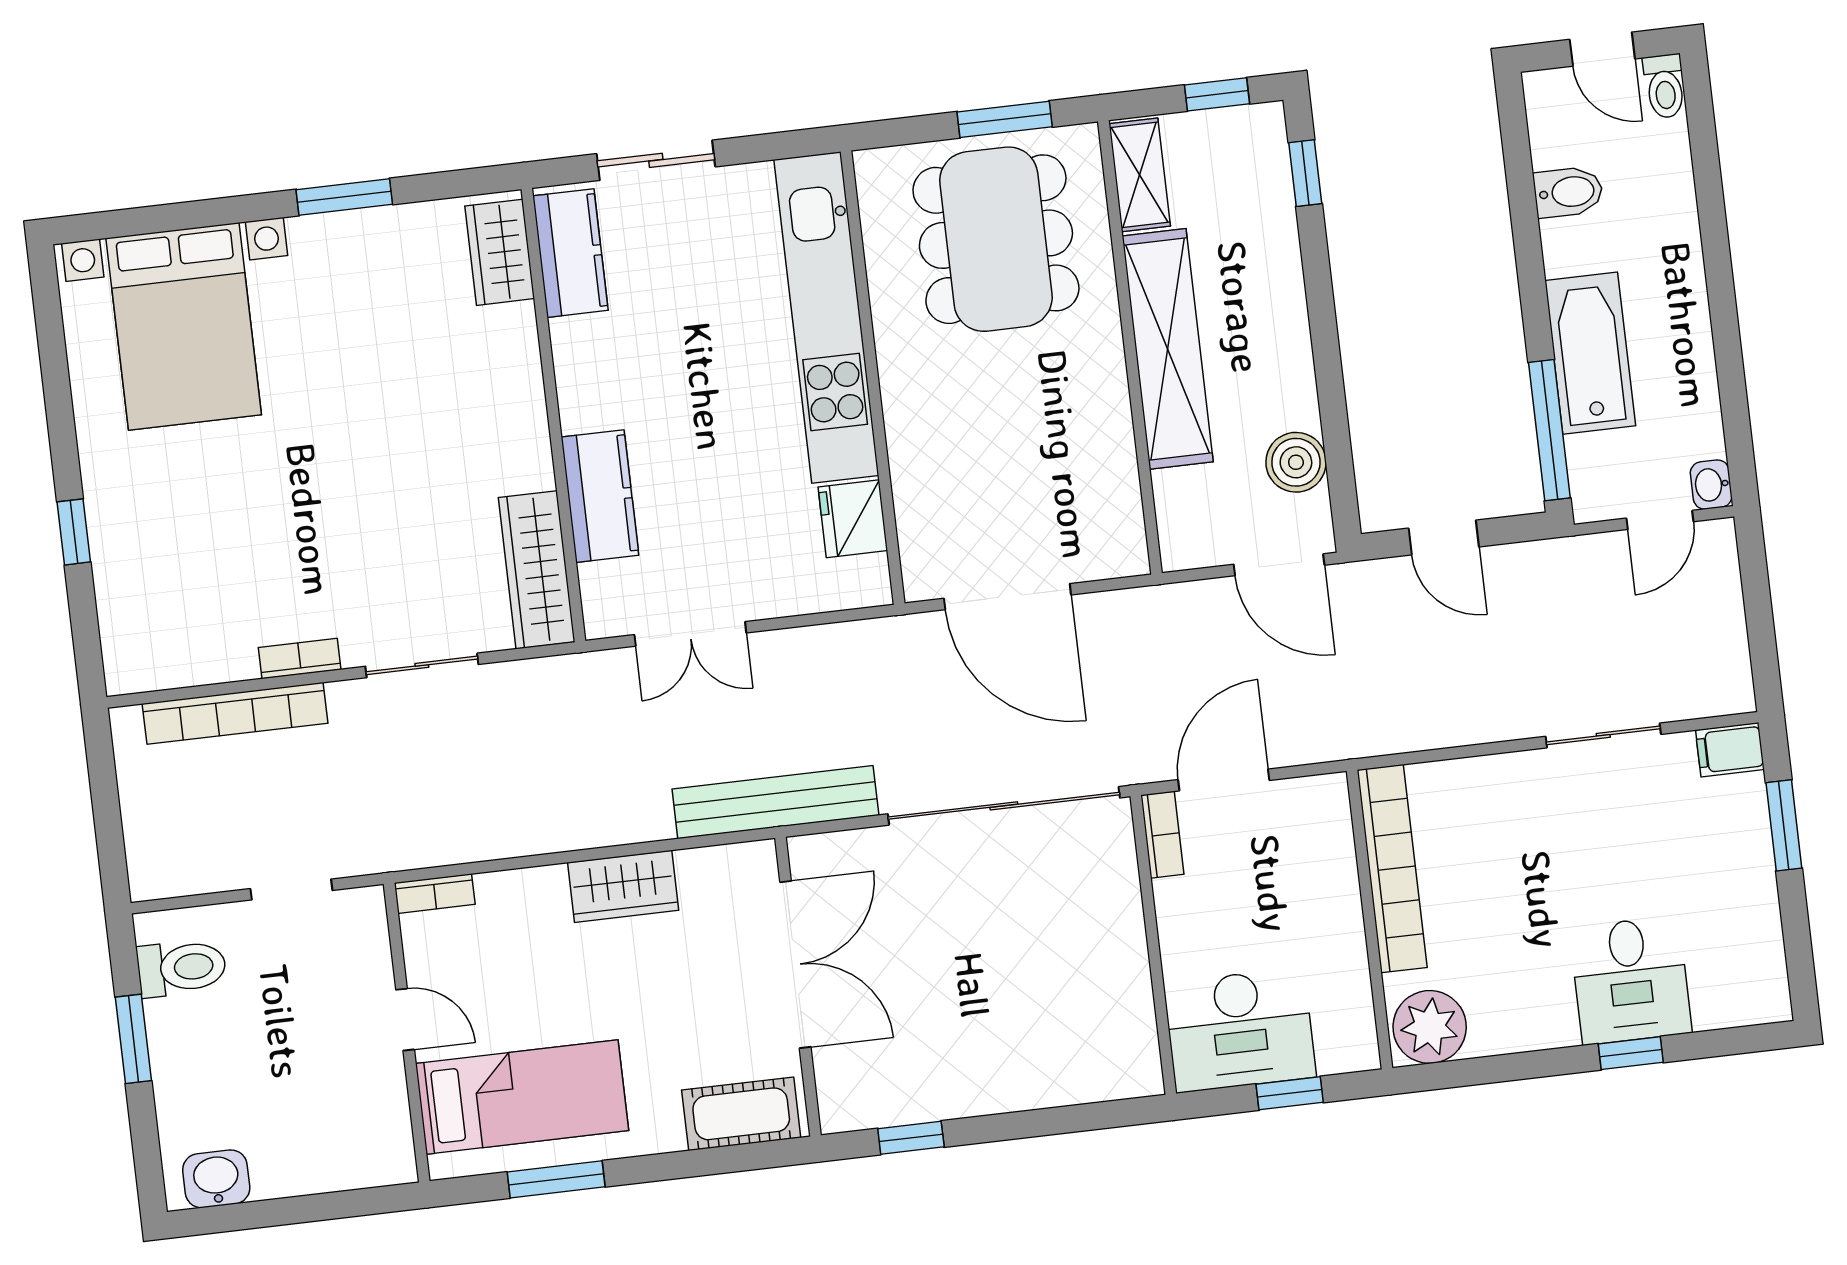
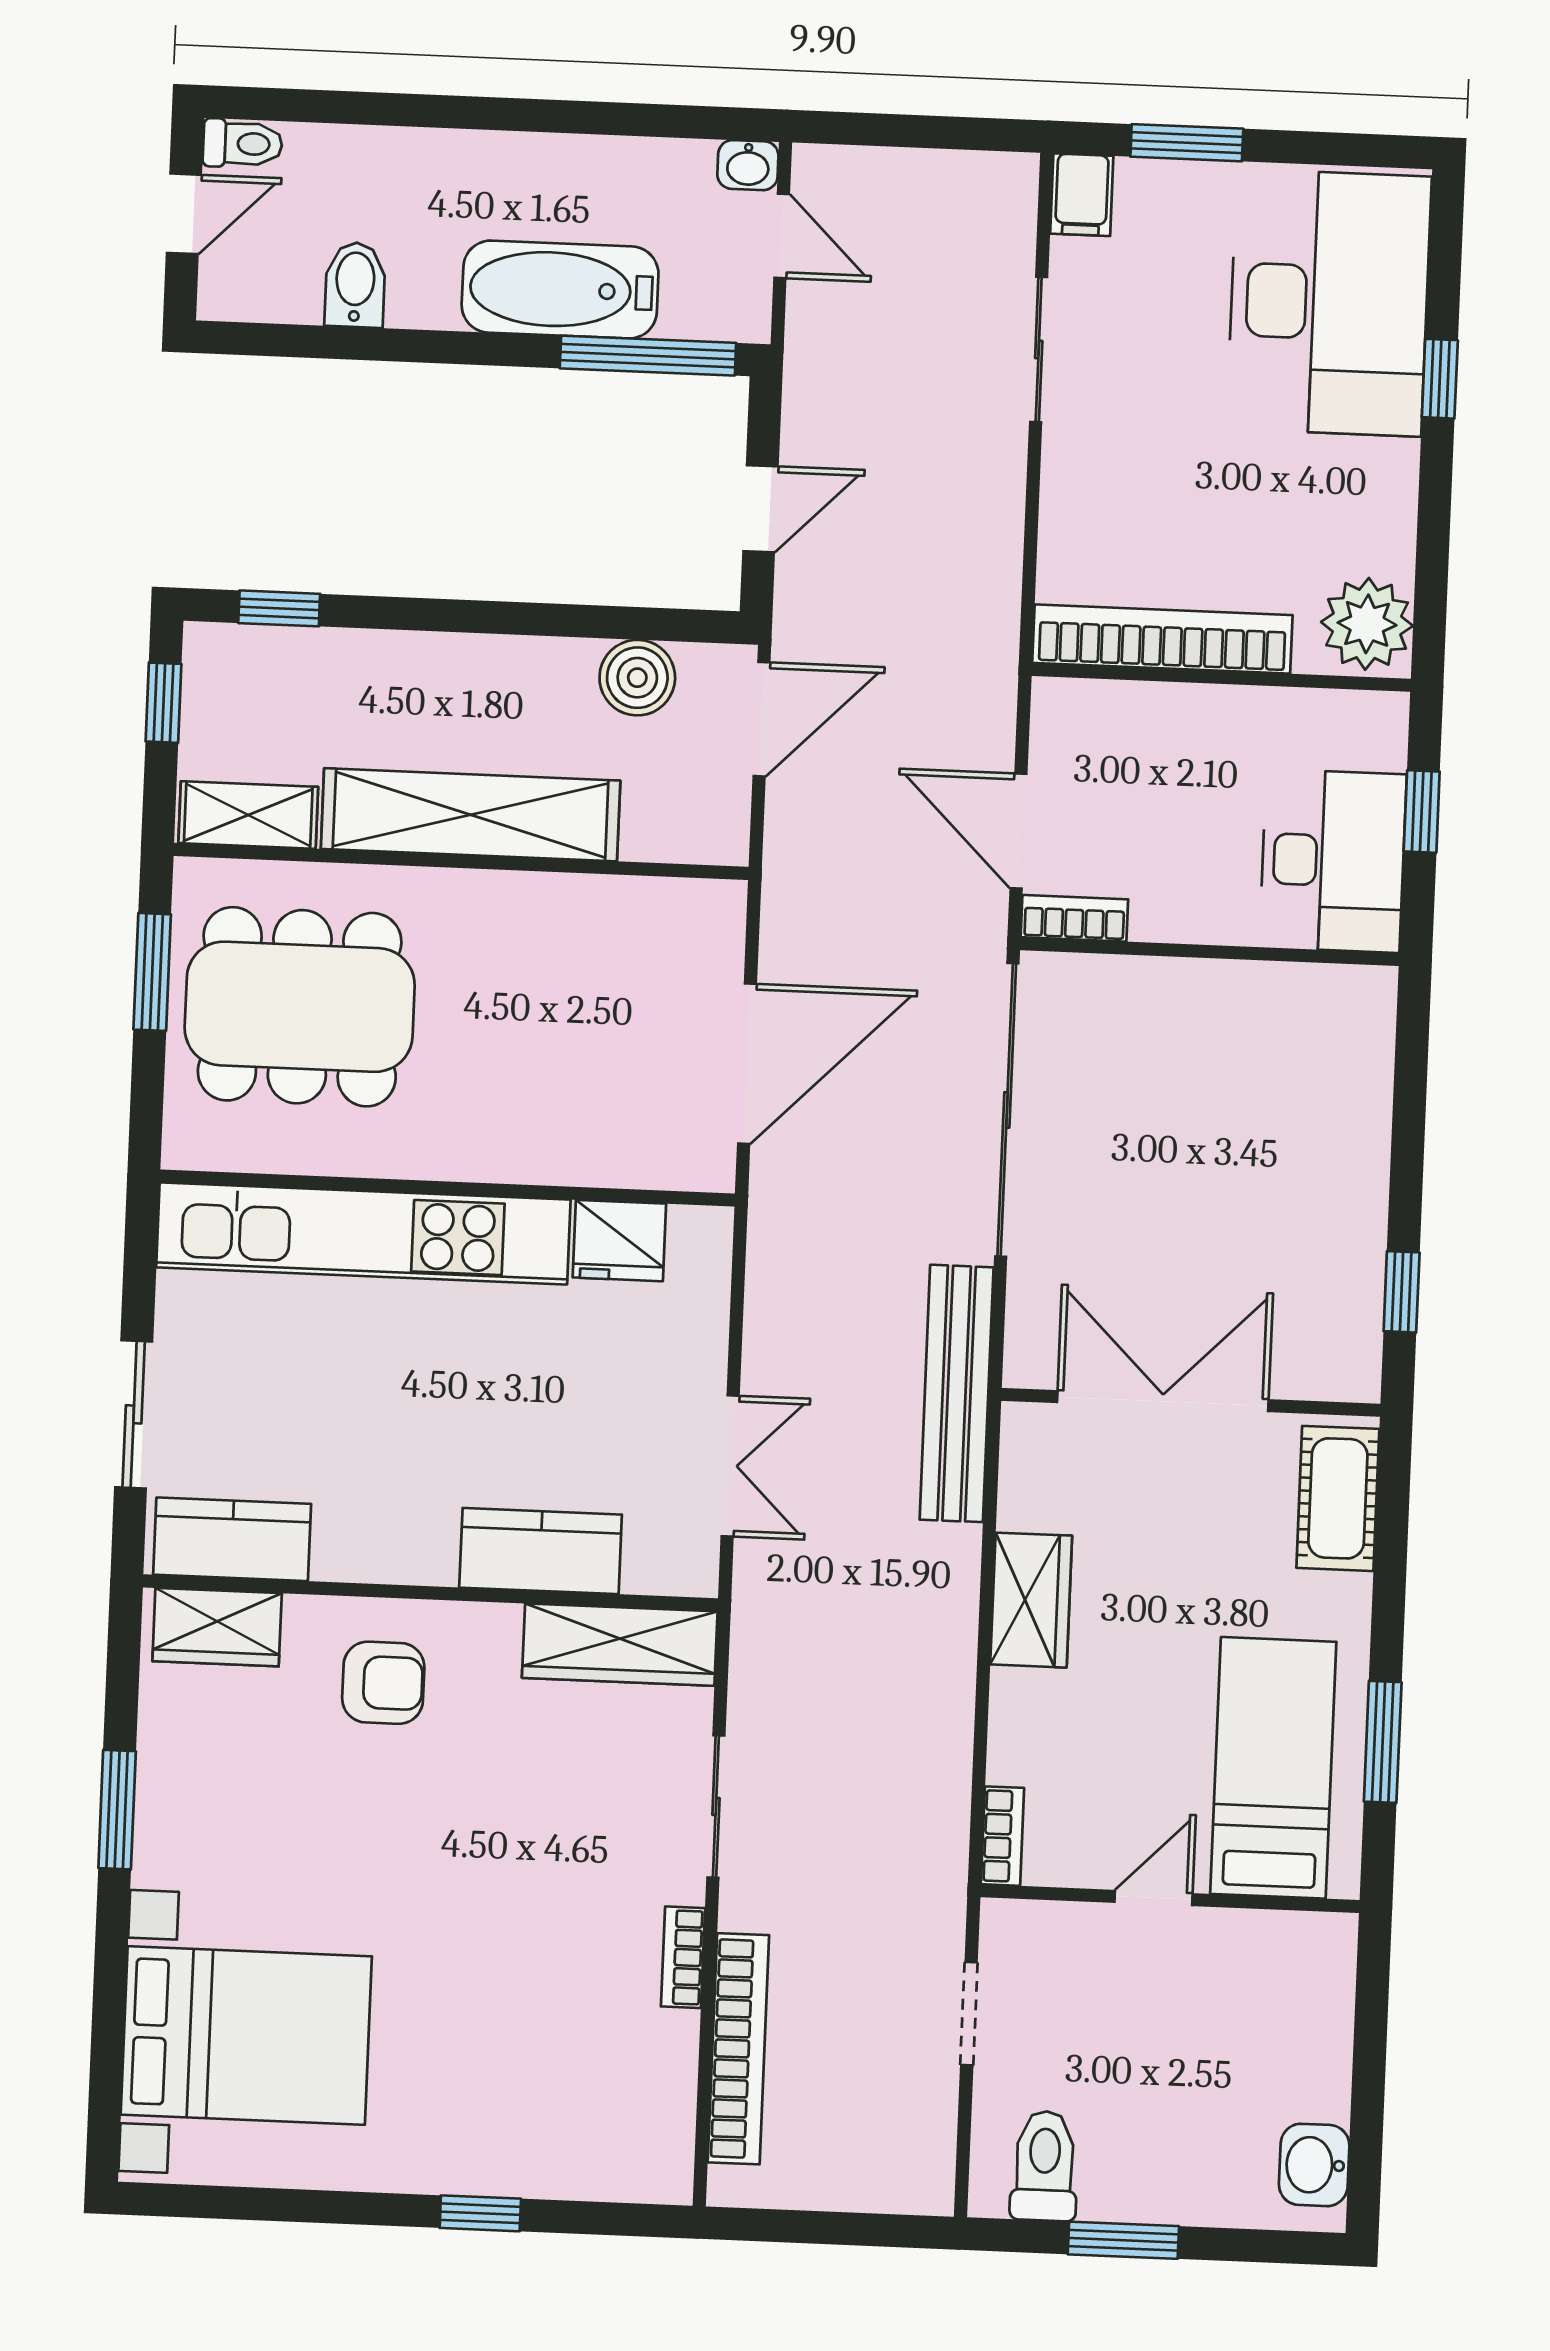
armchair: (477, 389) -> (383, 1683), added
desk: (1631, 980) -> (1329, 303), width x1.87, depth x1.30

